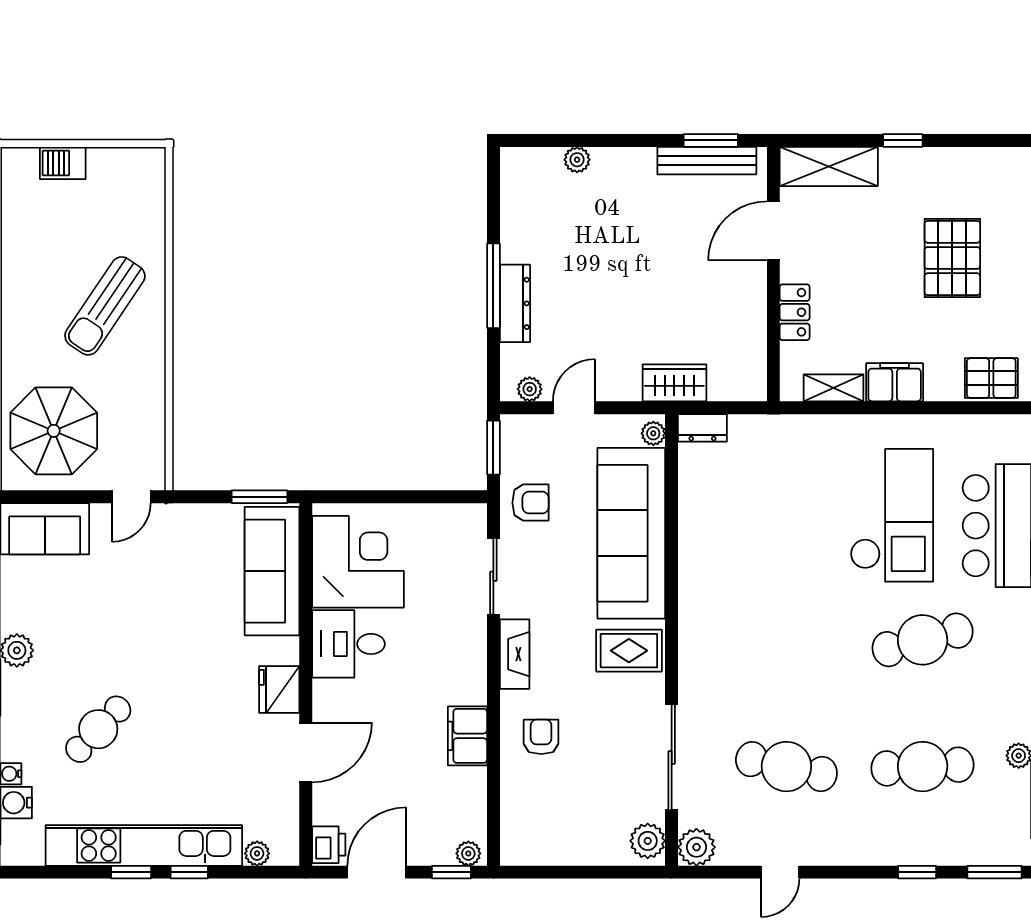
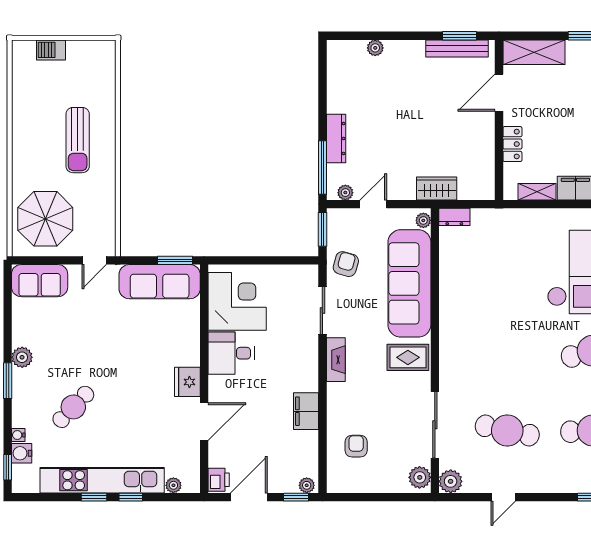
window: (493, 286) -> (322, 167), moved
sun lounger: (105, 306) -> (78, 140), turned -34
armchair: (530, 503) -> (346, 264), turned -74
sofa: (272, 571) -> (160, 282), moved, turned -90
armchair: (541, 737) -> (356, 446), moved

